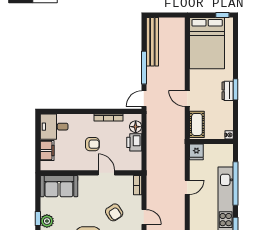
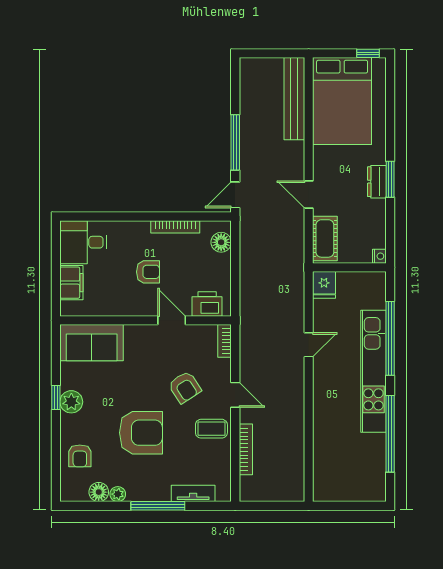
bench: (152, 42) -> (294, 99), moved
printer: (134, 142) -> (207, 304), moved, turned 90

